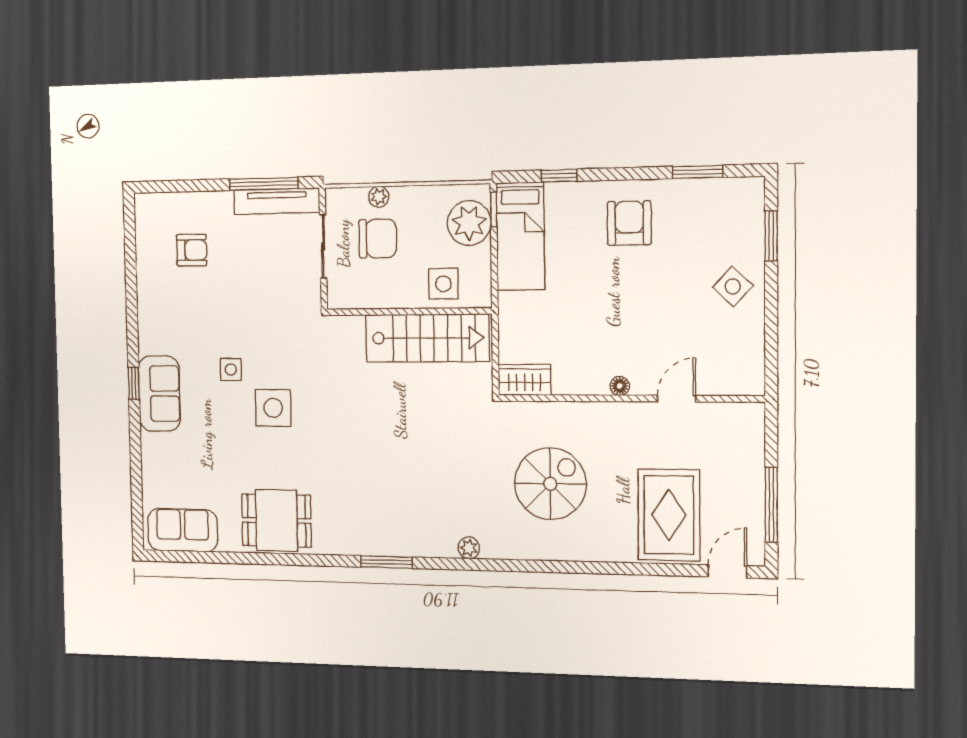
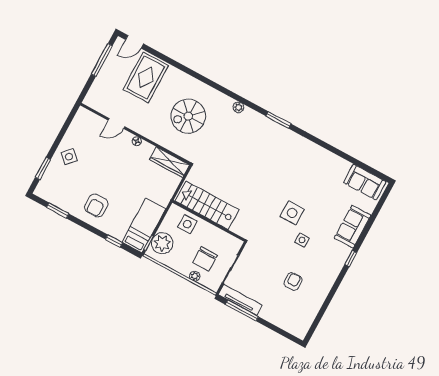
chair: (378, 238) -> (205, 259), turned -90
armchair: (192, 250) -> (293, 282), moved, turned 90
wardrobe: (525, 380) -> (170, 162), width x1.50
sofa: (159, 394) -> (353, 227), moved
dining table: (276, 520) -> (318, 164), removed

